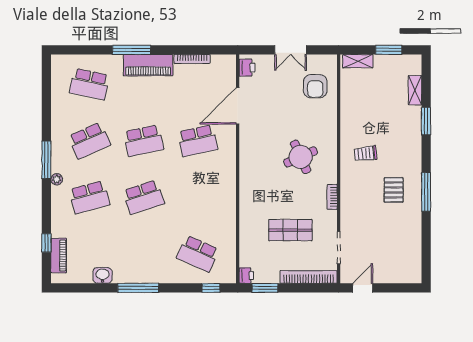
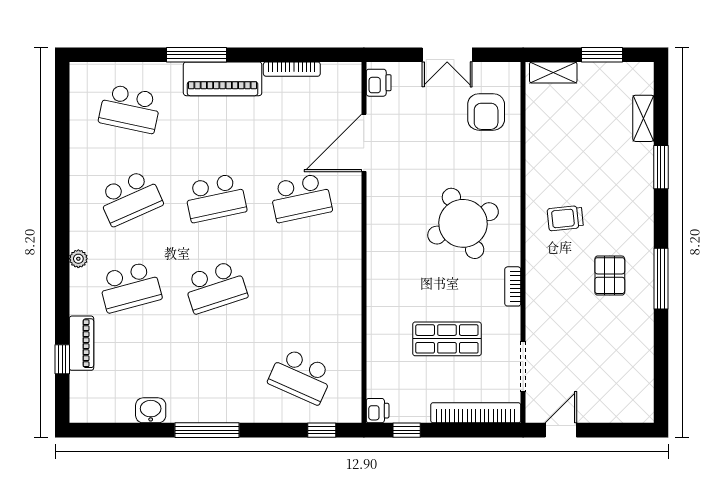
round table: (301, 157) -> (463, 223), width x1.36, depth x1.36
window: (46, 160) -> (62, 228), removed
piano: (59, 256) -> (81, 343), moved
window: (265, 288) -> (407, 430), width x0.67

